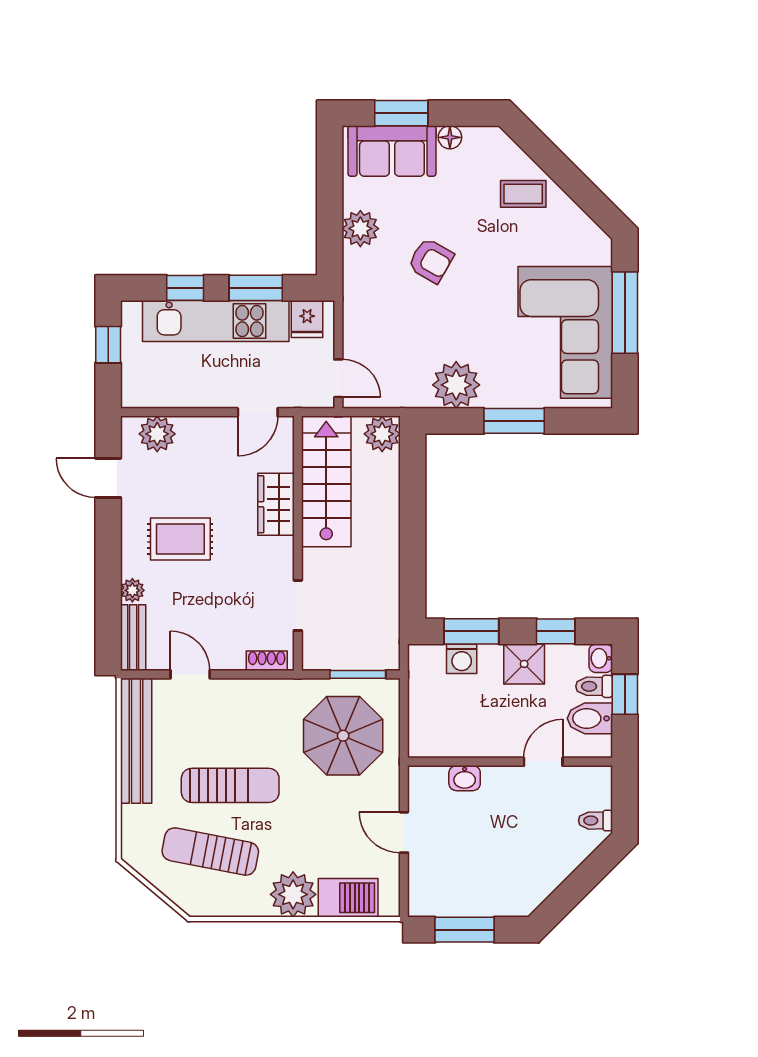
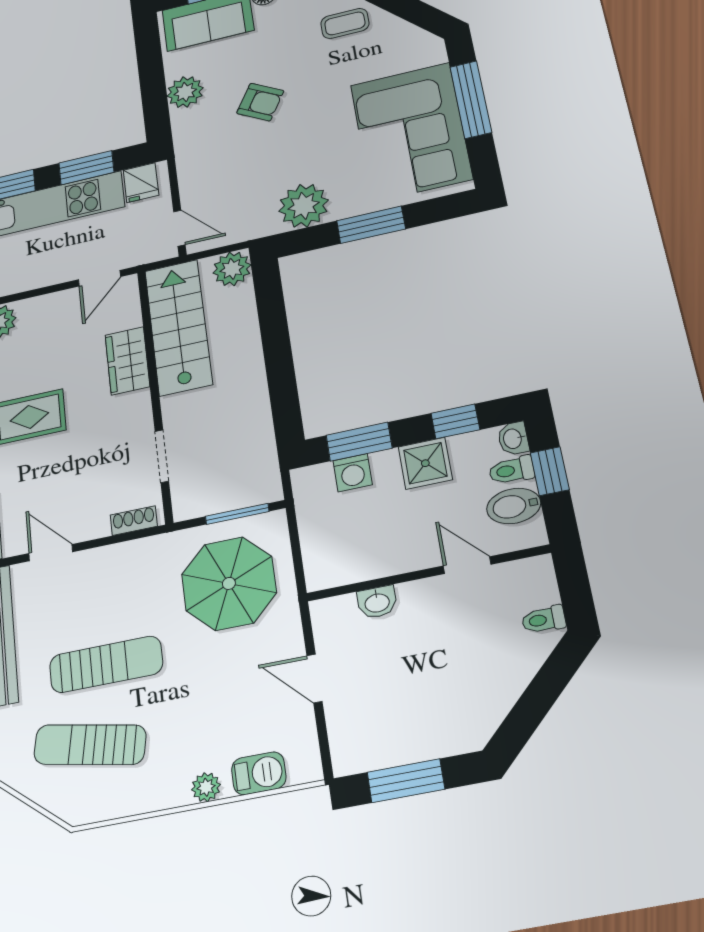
door: (543, 762) -> (467, 565), hinge flipped
plant: (293, 894) -> (206, 787), width x0.53, depth x0.53
barbecue: (348, 898) -> (259, 773), width x0.73, depth x0.79

